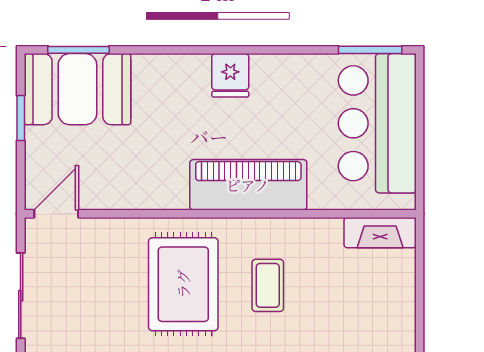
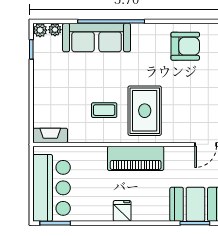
piano: (248, 185) -> (136, 158), moved
coffee table: (268, 285) -> (104, 110), turned 90

